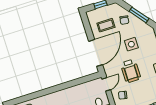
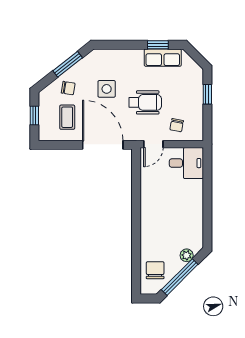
door: (106, 84) -> (153, 144), swing flipped

